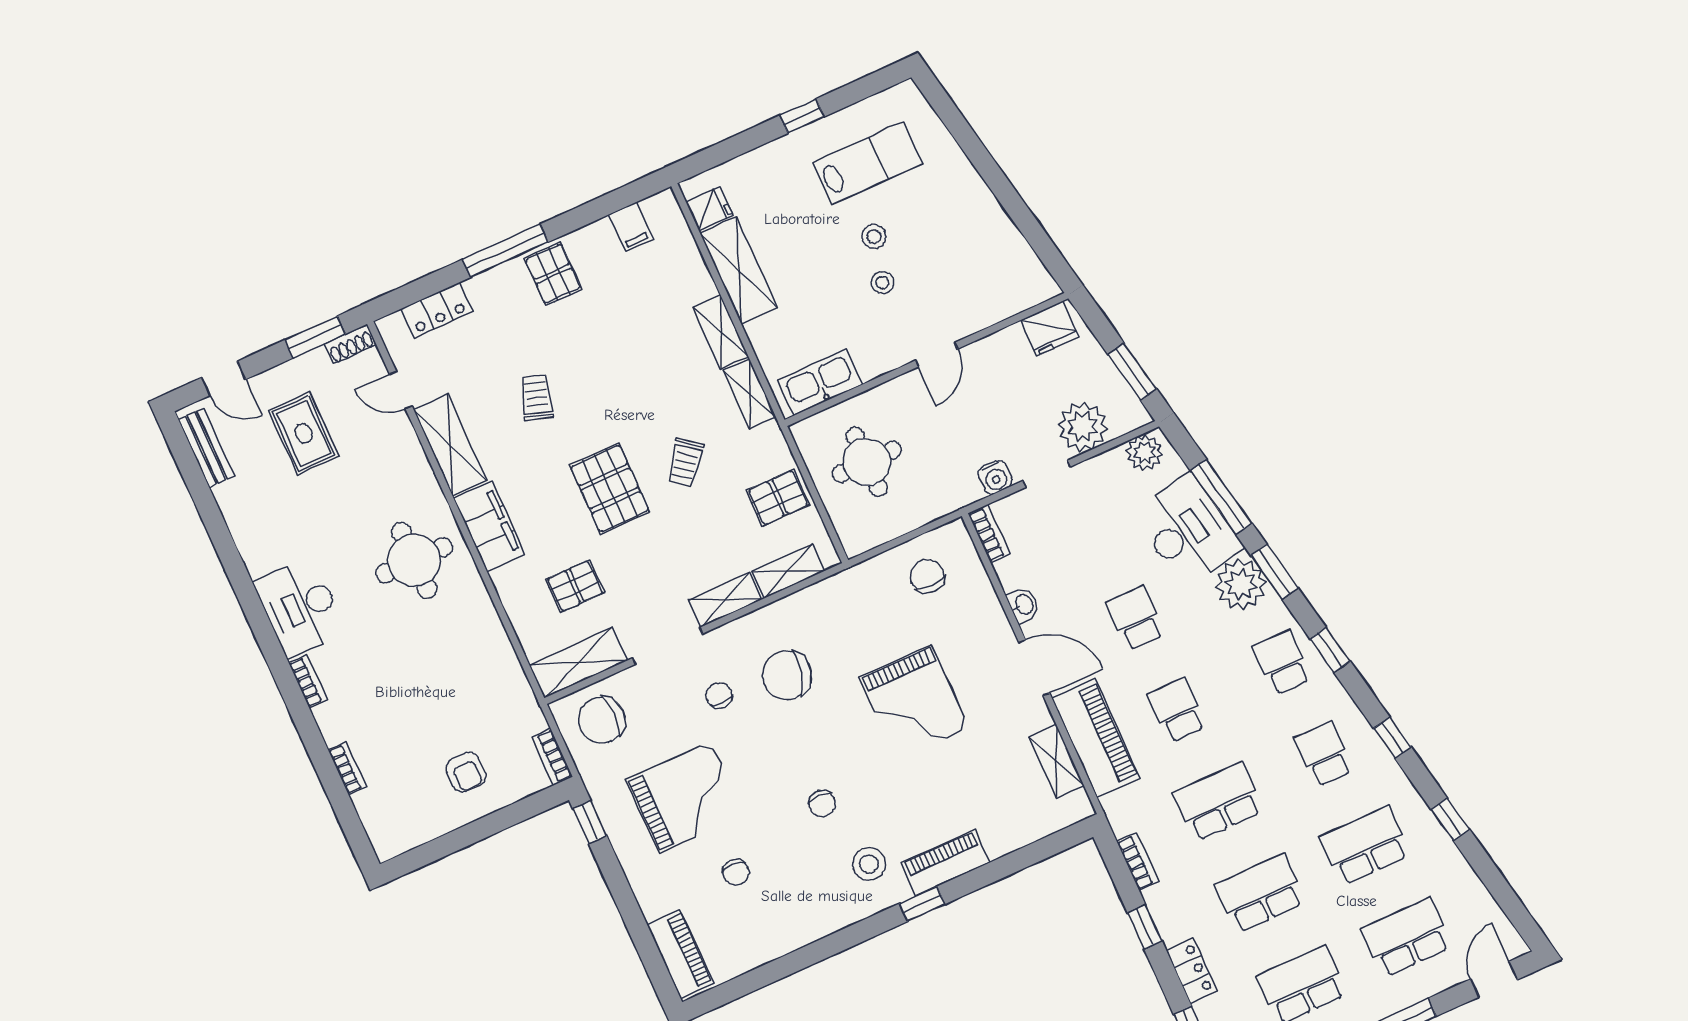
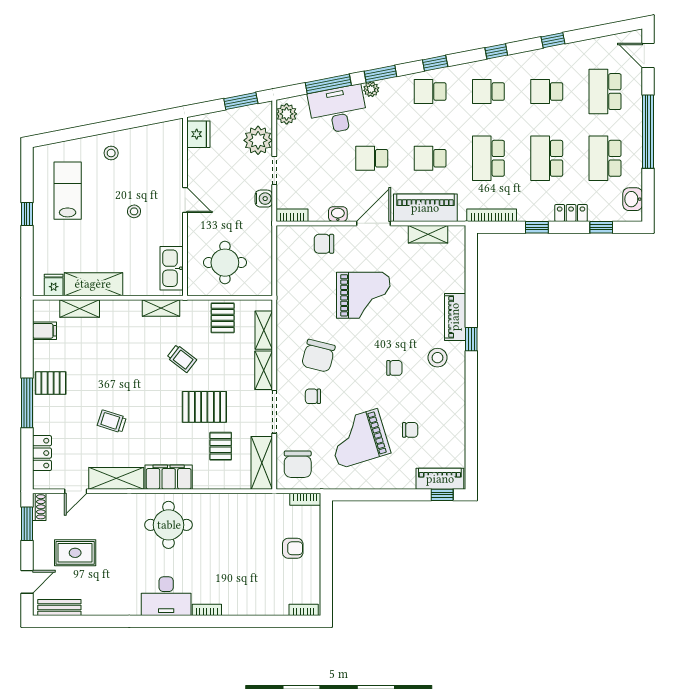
stool: (874, 236) -> (111, 153), moved
shelving: (721, 332) -> (80, 309), moved
pallet: (610, 489) -> (204, 407), moved
chair: (927, 576) -> (324, 244), moved
plant: (1241, 585) -> (371, 89), width x0.53, depth x0.53
bookcase: (347, 768) -> (304, 610), moved
grand piano: (685, 797) -> (358, 439), turned -107
window: (590, 822) -> (442, 495), moved
school desk: (1365, 846) -> (547, 92), width x0.54
bookcase: (1138, 862) -> (492, 215), width x1.56

